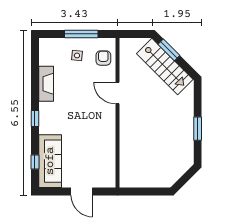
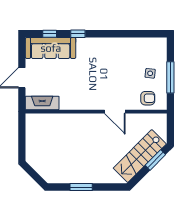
fireplace: (46, 84) -> (42, 103), moved, turned 180
door: (118, 93) -> (115, 112), swing flipped
window: (35, 119) -> (78, 34), moved

